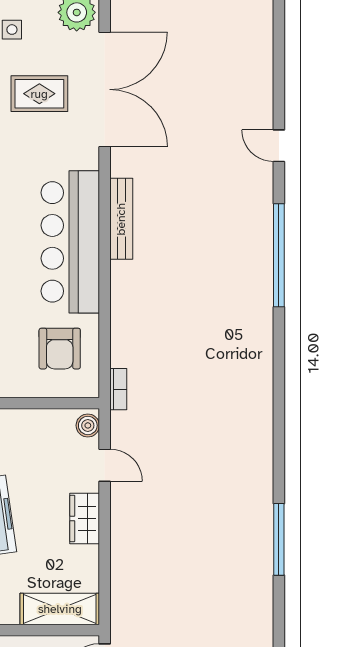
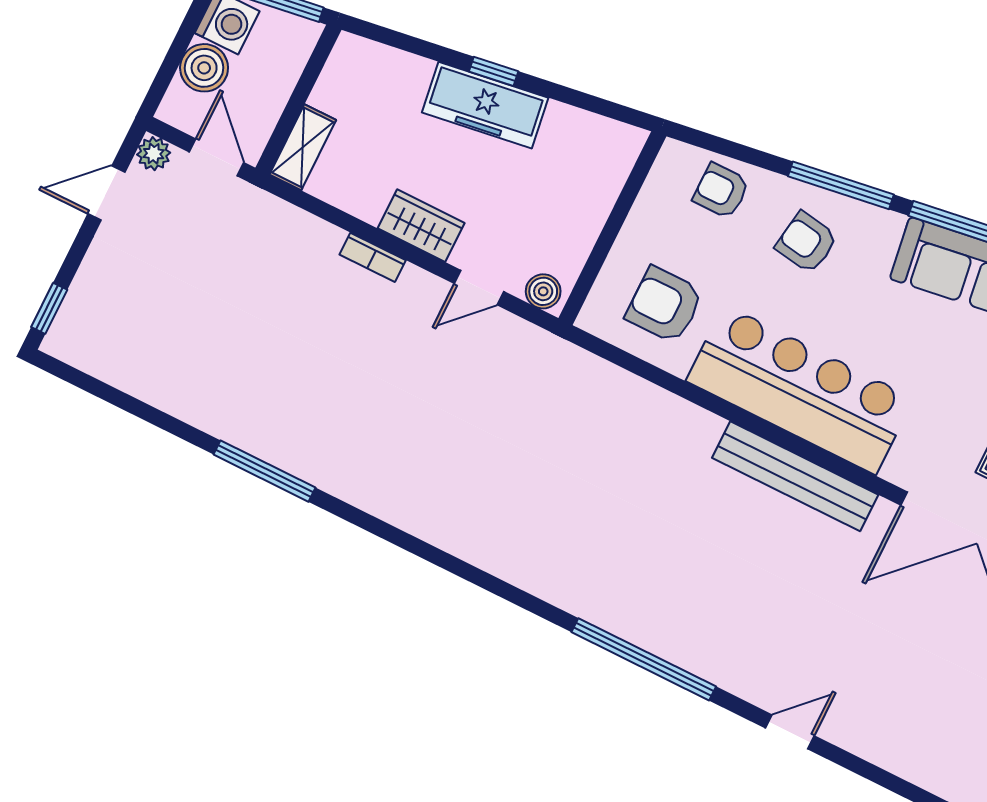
bench: (121, 219) -> (795, 476), width x1.37, depth x1.21
bookcase: (118, 389) -> (373, 257), moved
shelving: (60, 609) -> (303, 147), width x0.67, depth x0.75

